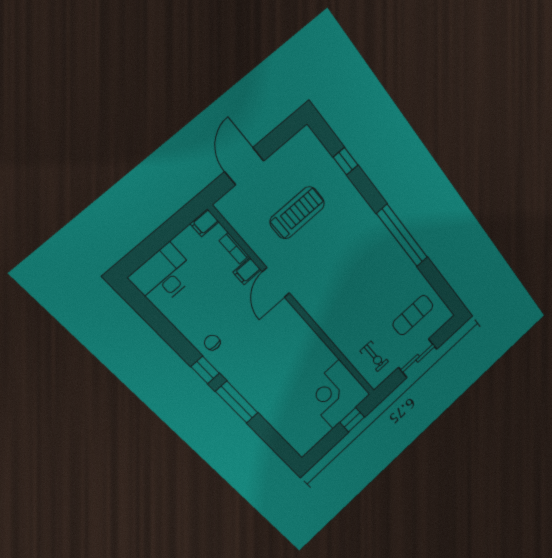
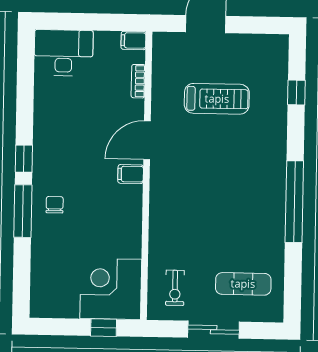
filing cabinet: (247, 271) -> (131, 174), moved
chair: (212, 343) -> (55, 205), moved

